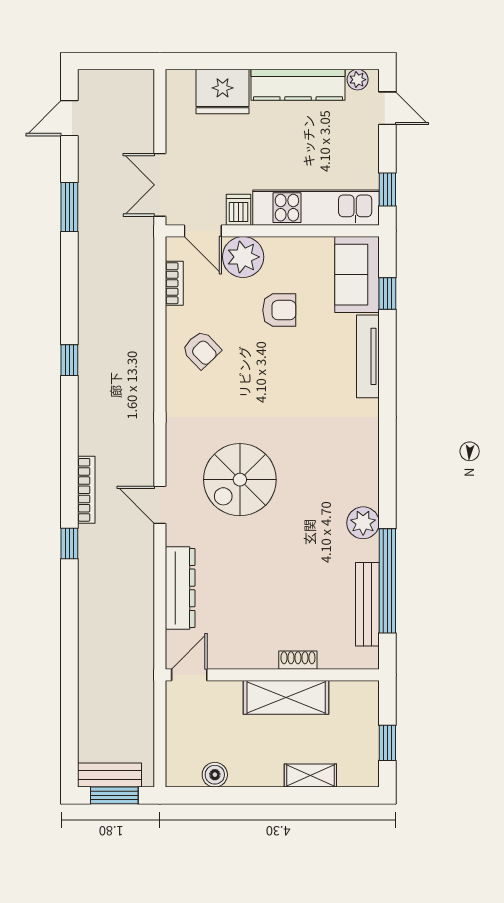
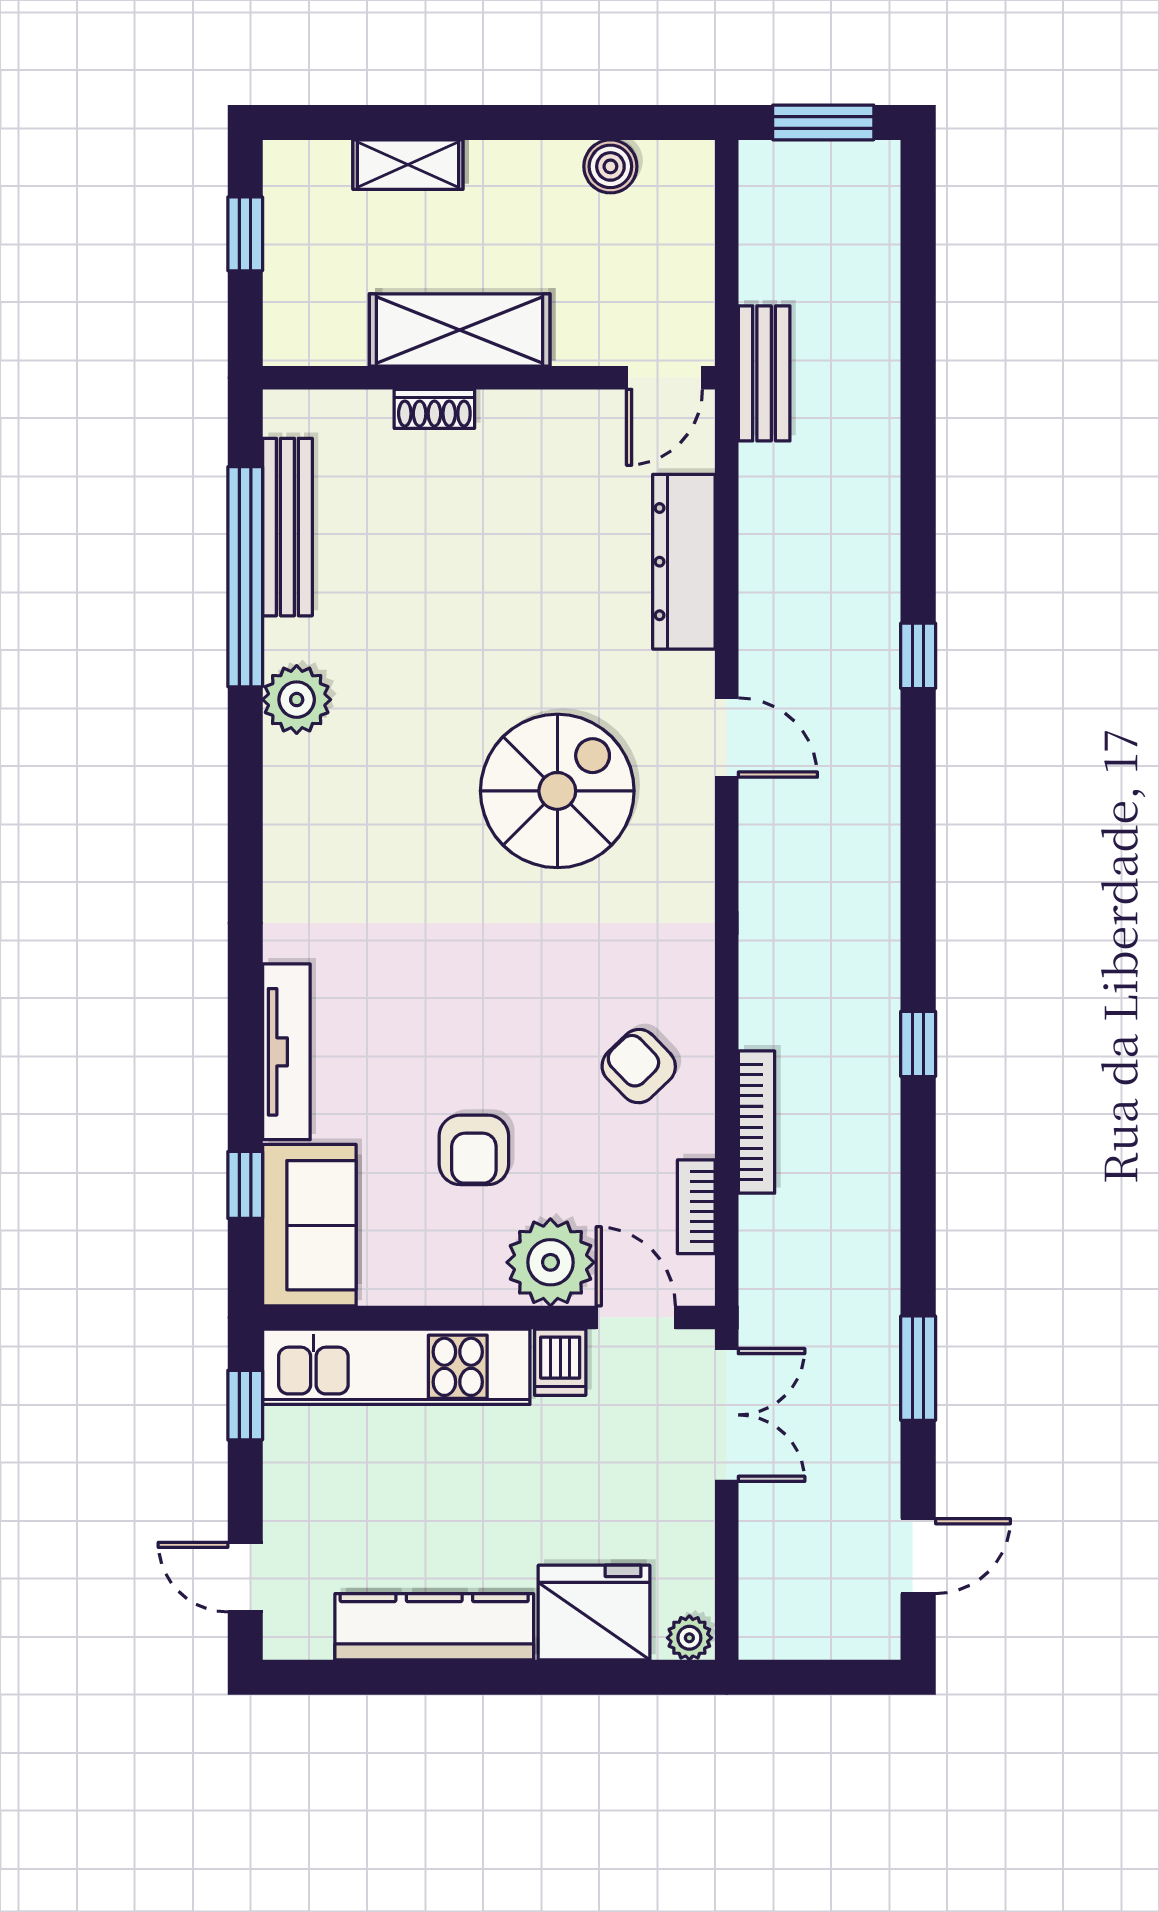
plant: (358, 80) -> (689, 1638), moved
armchair: (279, 310) -> (474, 1150), turned -90
bookcase: (86, 490) -> (756, 1122), moved, turned 180
bench: (110, 775) -> (764, 373), moved, turned 90

